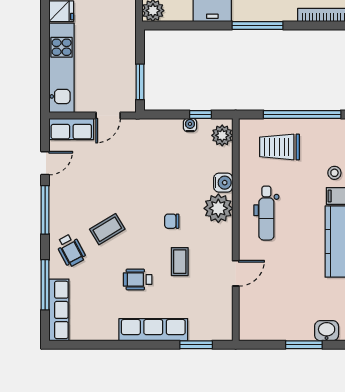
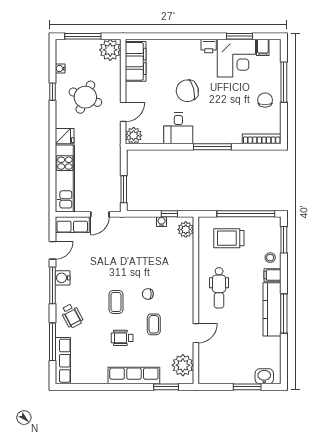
water cooler: (223, 183) -> (63, 278), moved, turned 180
plant: (218, 208) -> (183, 365), moved
coffee table: (107, 229) -> (116, 302), moved, turned -59

